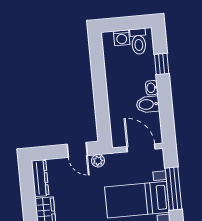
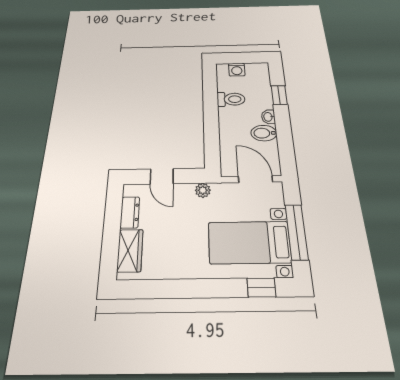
toilet: (139, 41) -> (231, 99), moved, turned -90
door: (77, 150) -> (162, 176), moved
dresser: (40, 178) -> (130, 212), width x0.70

